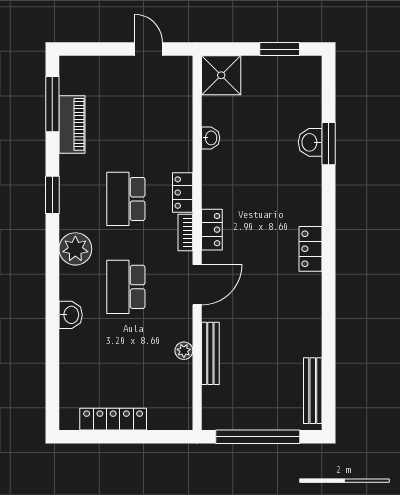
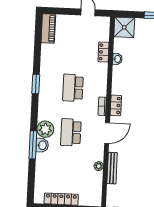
window: (52, 104) -> (33, 145), moved
piano: (72, 124) -> (48, 29), moved
locker: (183, 193) -> (103, 52), moved
plant: (75, 249) -> (45, 129), moved

